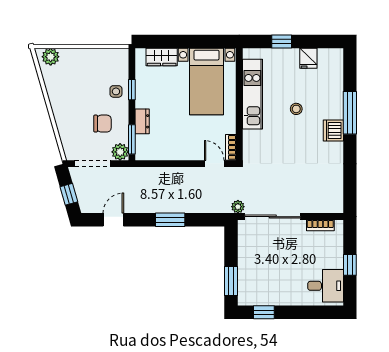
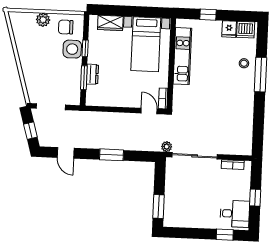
plant: (51, 57) -> (43, 20), moved
side table: (116, 91) -> (72, 49), width x1.87, depth x1.87
stool: (296, 109) -> (244, 63), moved
chair: (102, 124) -> (66, 27), moved, turned 180
dishwasher: (333, 130) -> (246, 30), moved, turned -90
window: (132, 139) -> (84, 78), moved
plant: (120, 152) -> (73, 98), removed
door: (113, 220) -> (66, 153), swing flipped
window: (264, 312) -> (225, 235), moved

